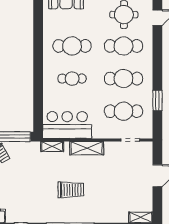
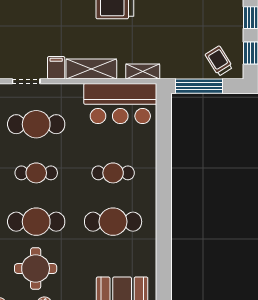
cafe table: (123, 79) -> (36, 173), width x0.73, depth x0.74
filing cabinet: (110, 149) -> (56, 68), added

